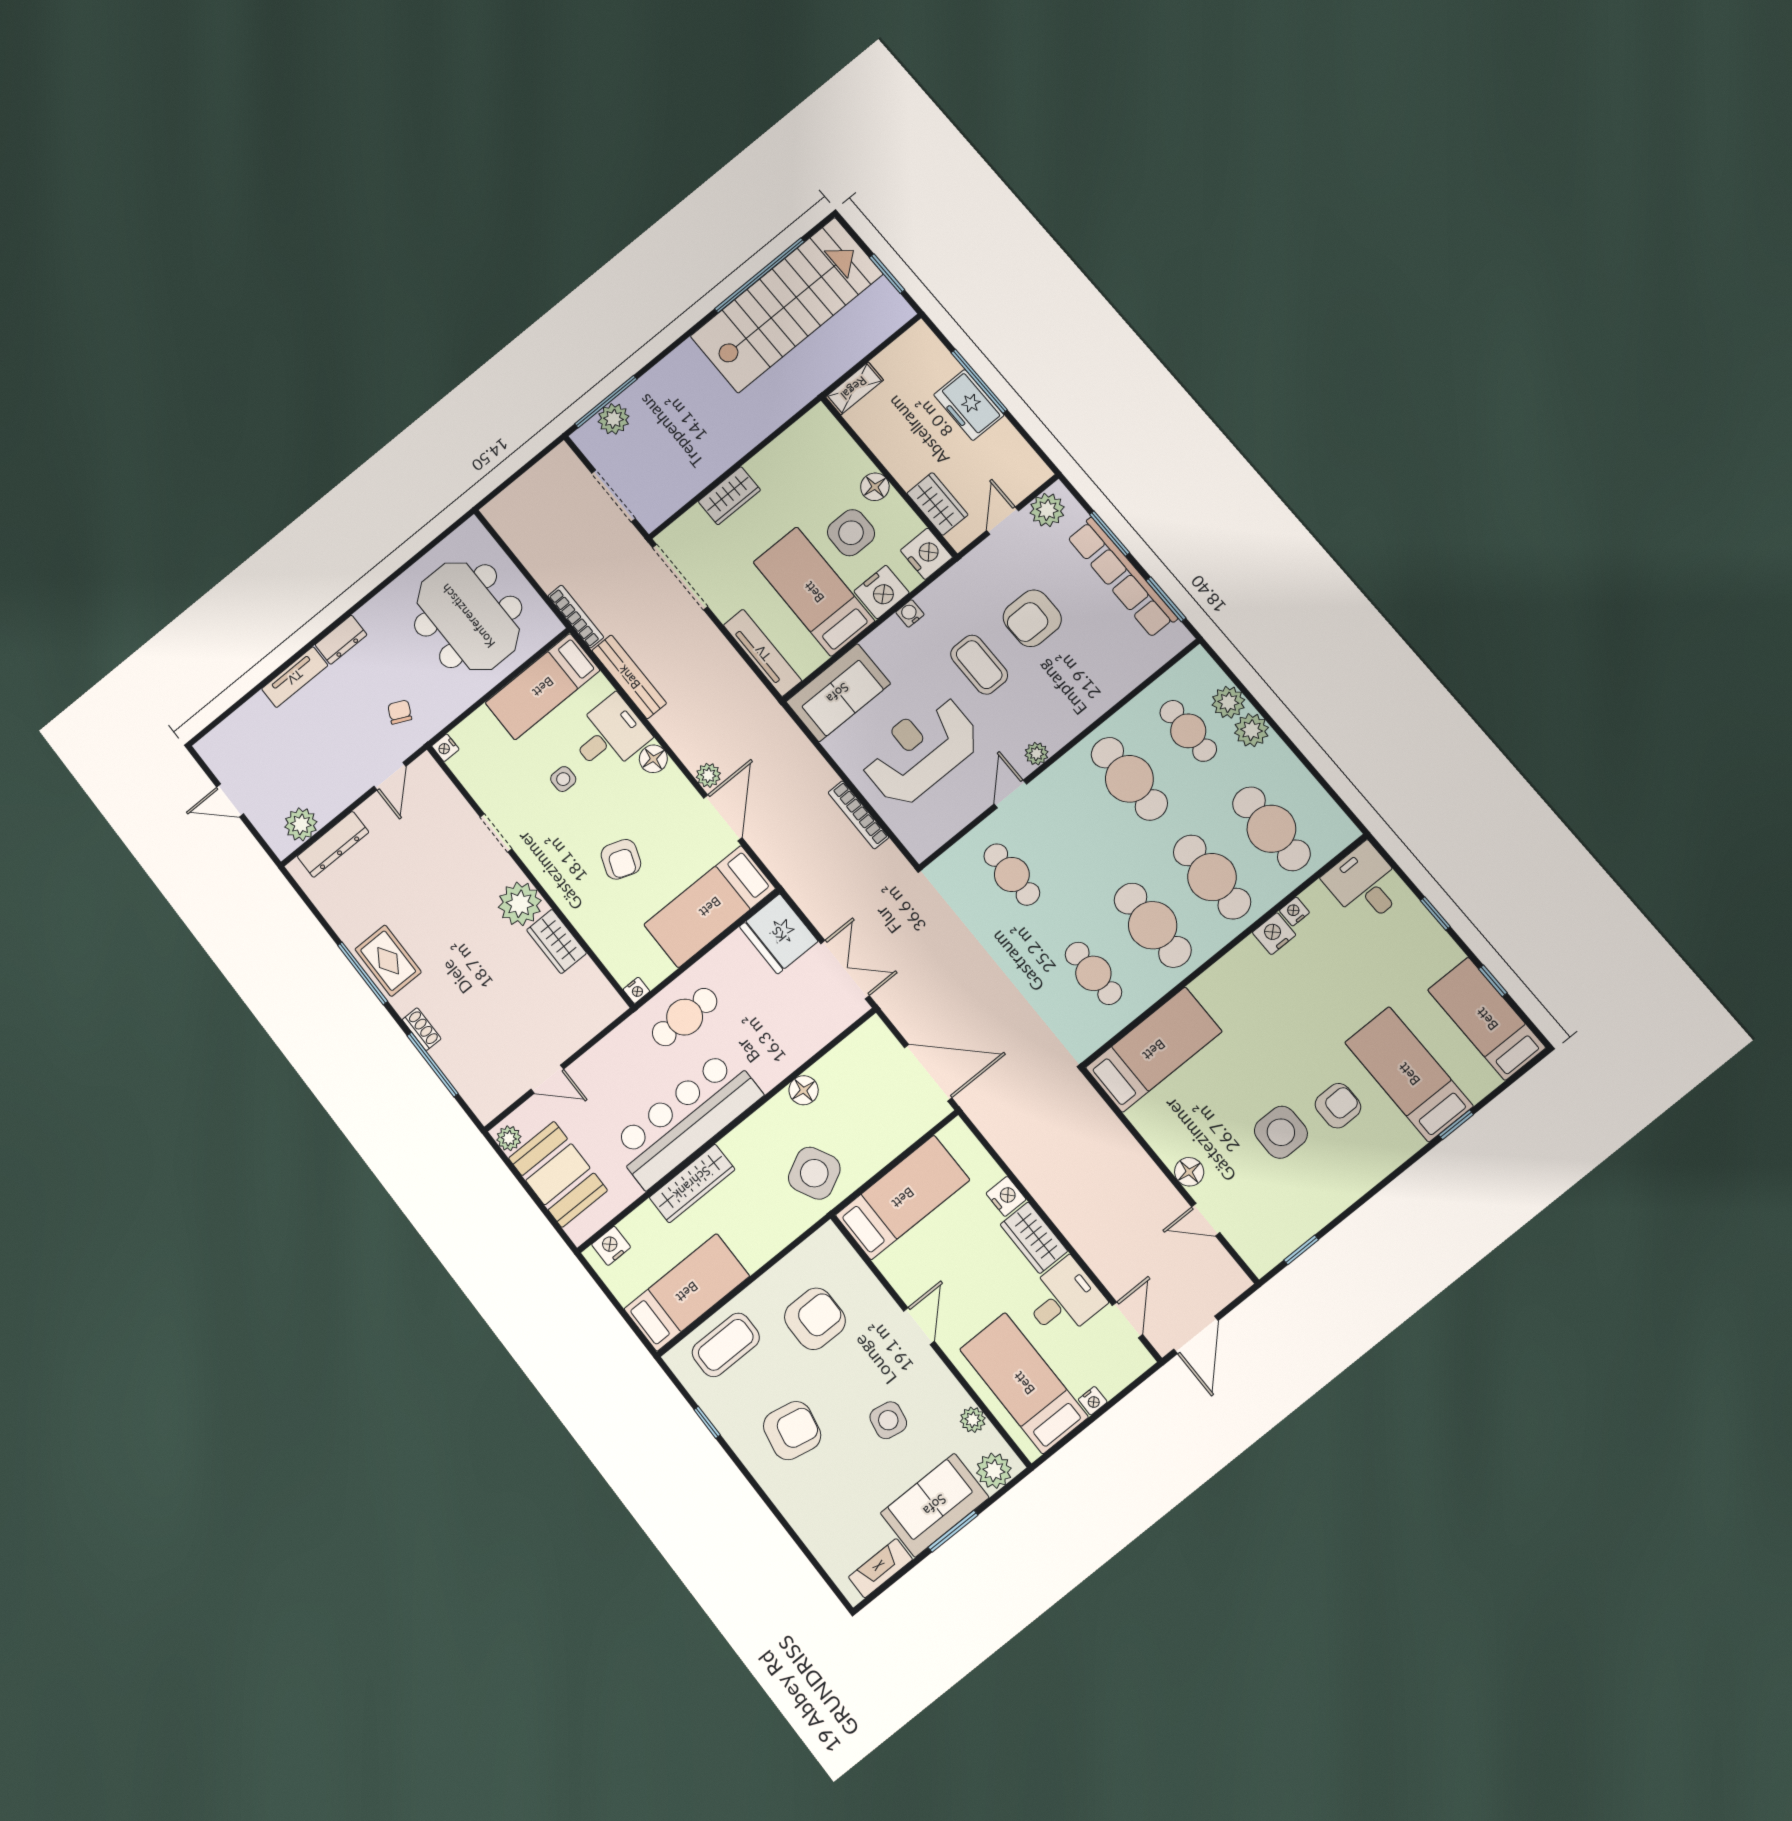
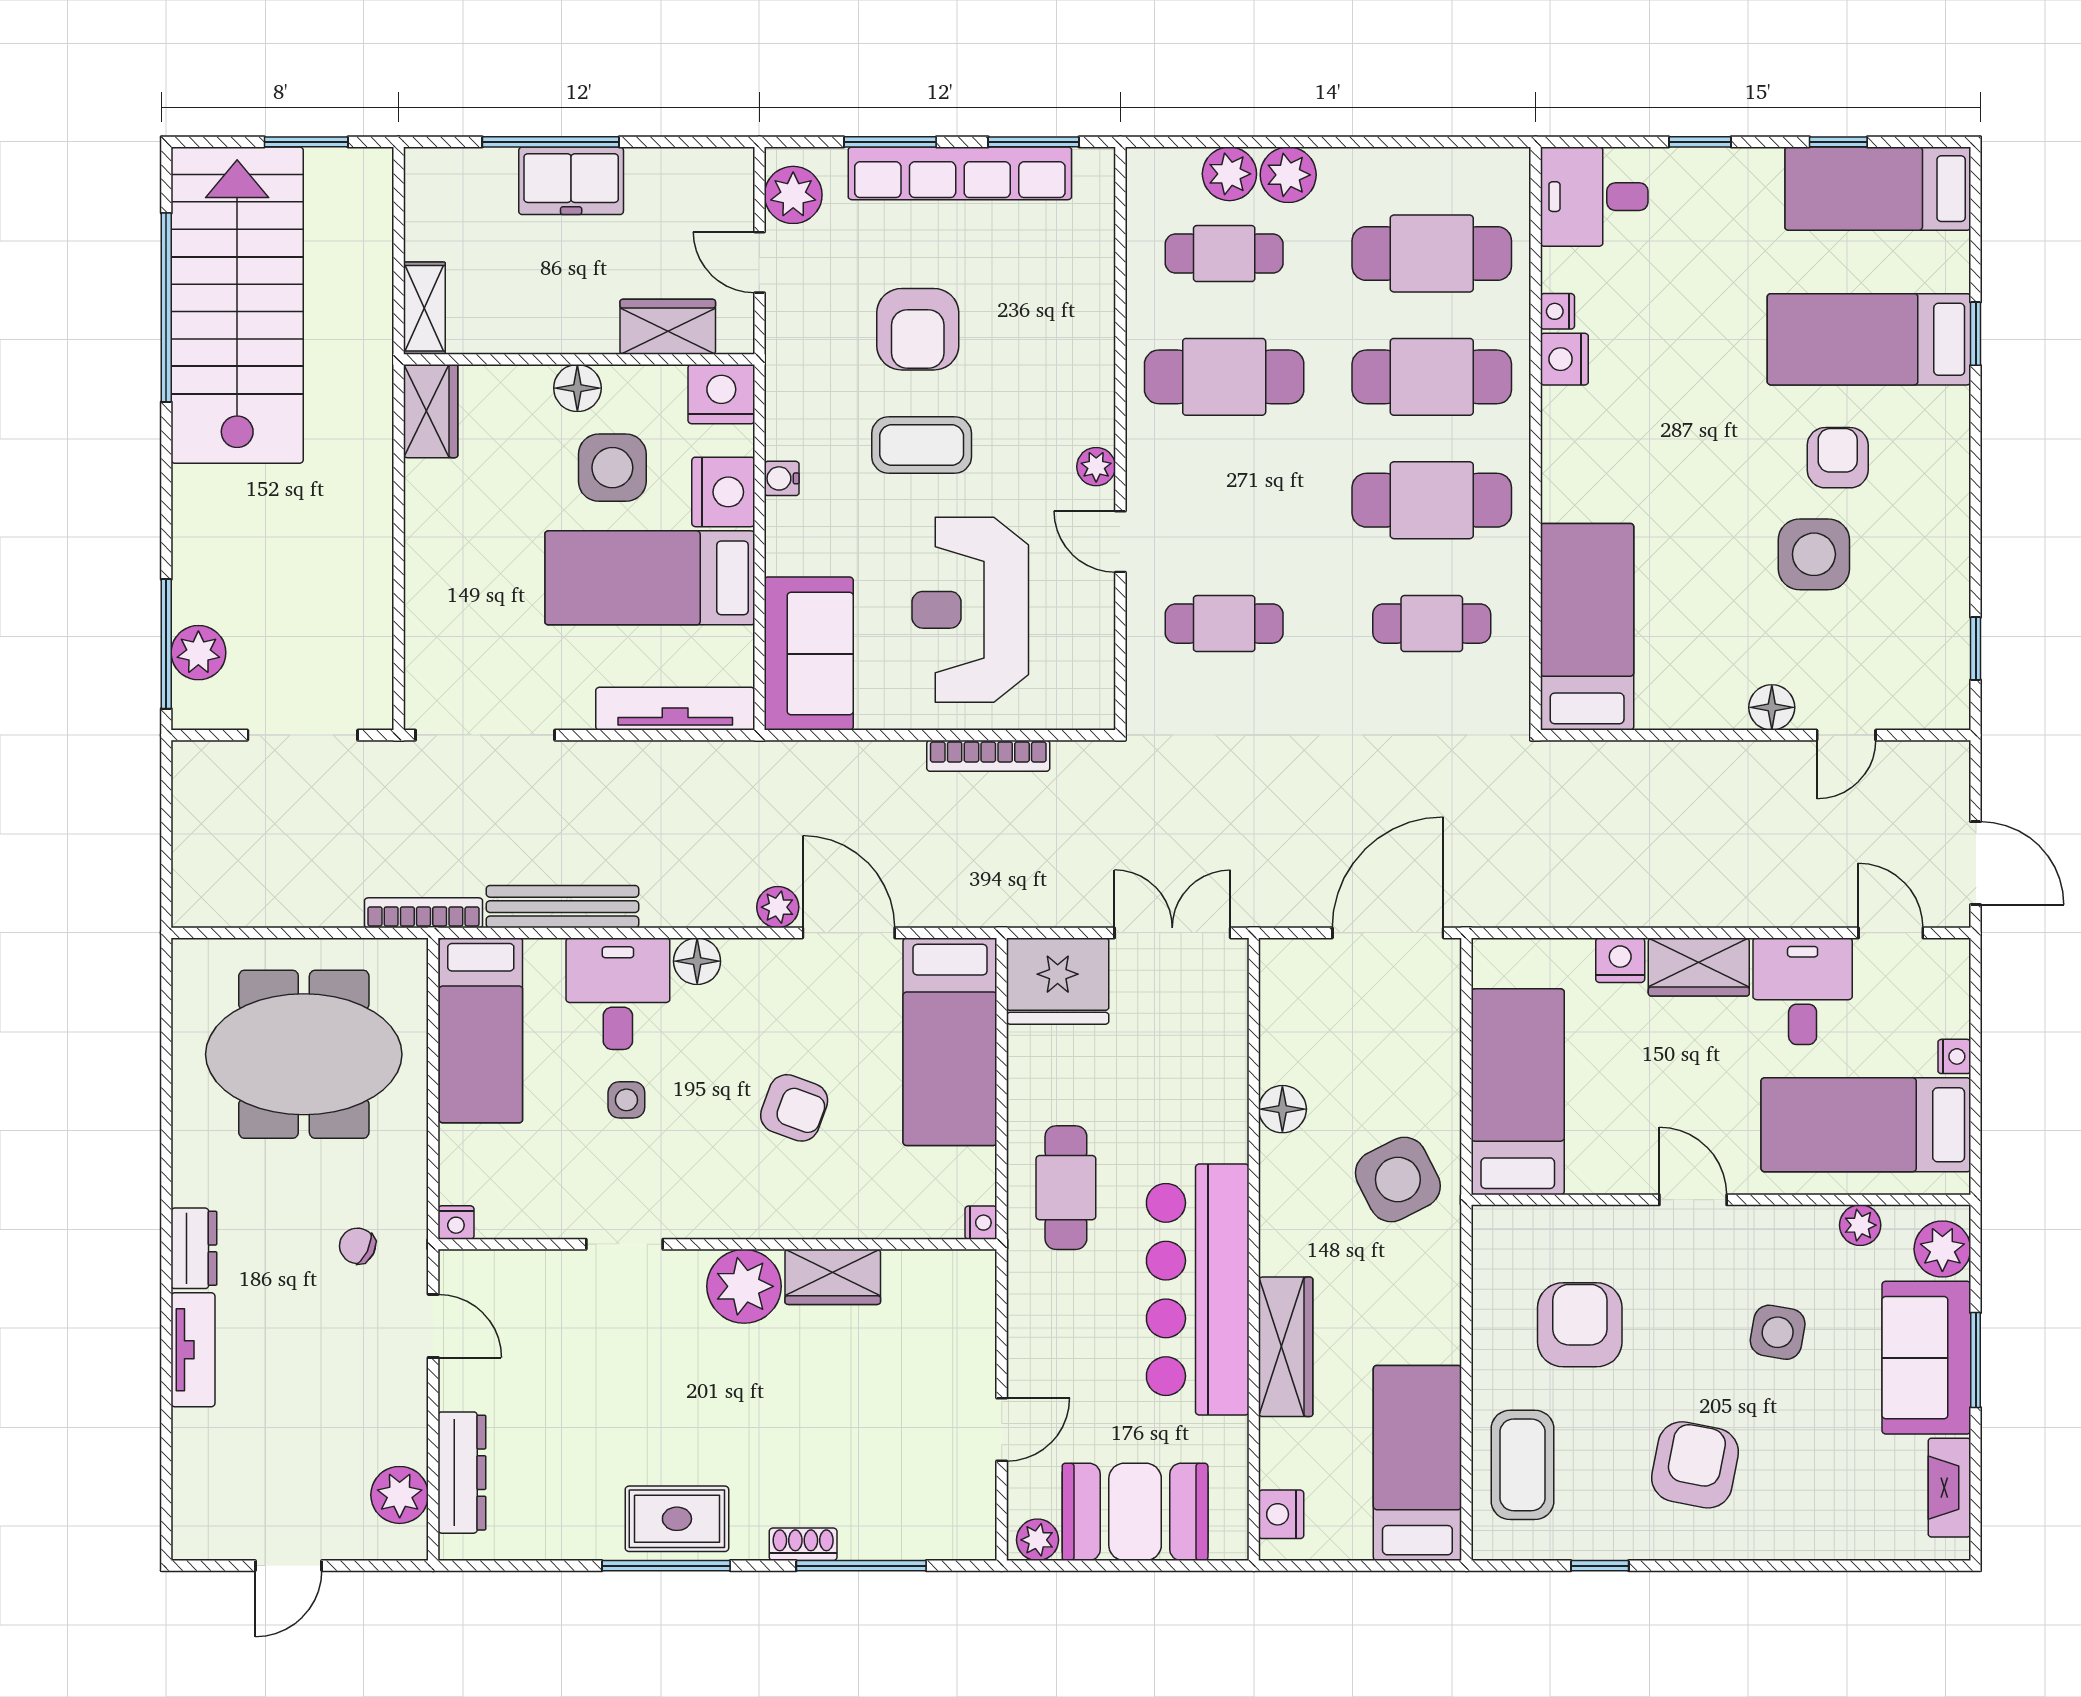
wardrobe: (729, 496) -> (431, 411), moved

